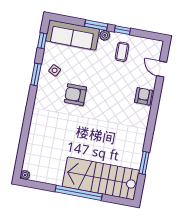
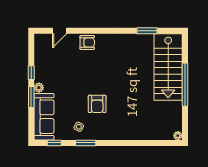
coffee table: (122, 52) -> (51, 69), removed
armchair: (143, 96) -> (87, 42), turned 180

